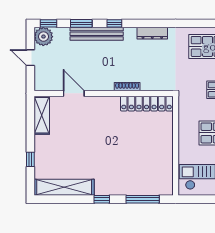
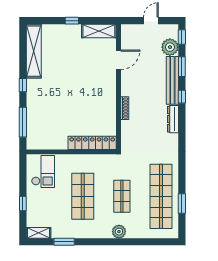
dresser: (152, 33) -> (173, 119), moved
plant: (43, 37) -> (170, 47), moved
locker: (147, 104) -> (92, 143), moved, turned 90
window: (30, 159) -> (72, 21), moved

